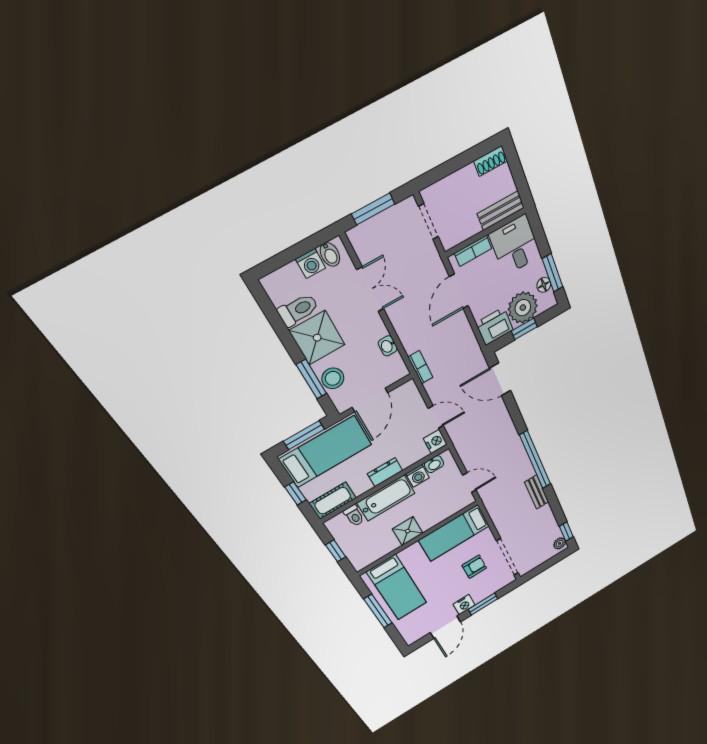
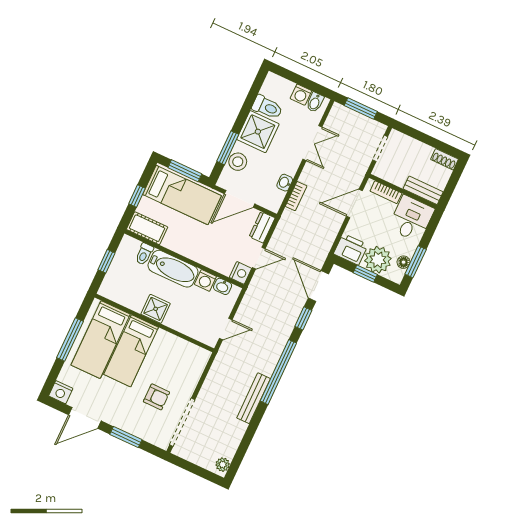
bookcase: (420, 367) -> (296, 196), moved
door: (436, 417) -> (259, 258), hinge flipped
dresser: (385, 472) -> (262, 227), moved, turned -90
door: (469, 483) -> (226, 329), hinge flipped
bench: (537, 492) -> (254, 398), width x1.36
window: (566, 532) -> (303, 318), moved
bed: (454, 533) -> (131, 351), moved, turned -90
nightstand: (464, 605) -> (61, 392), moved

